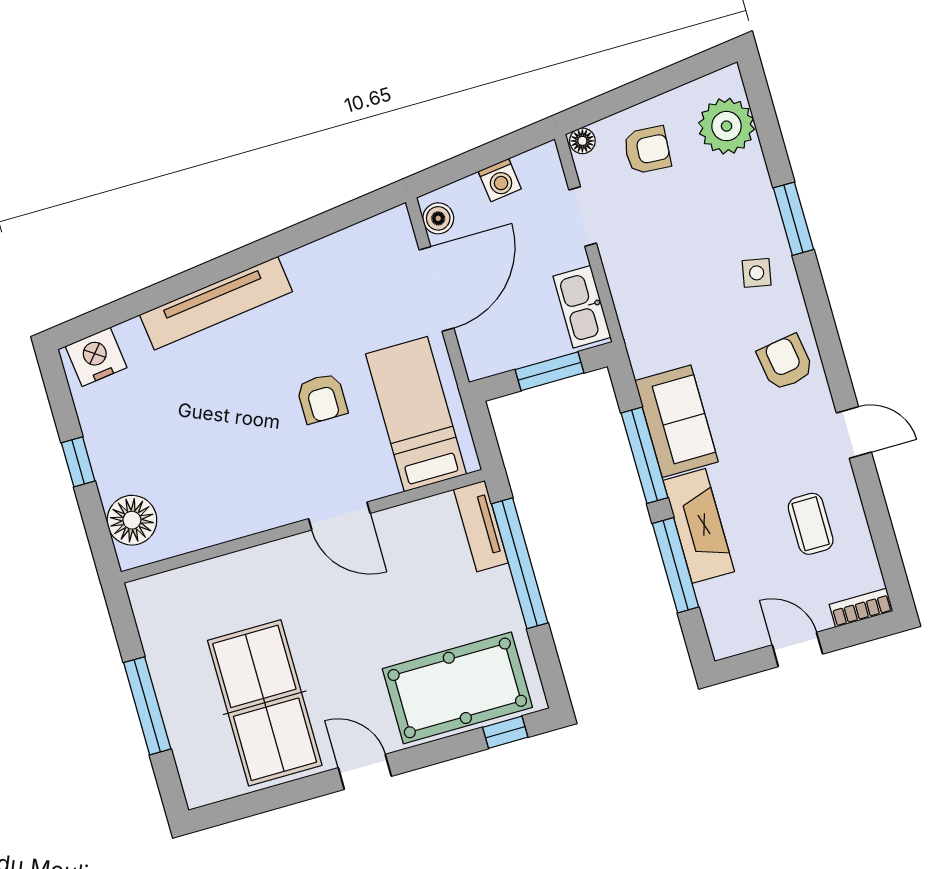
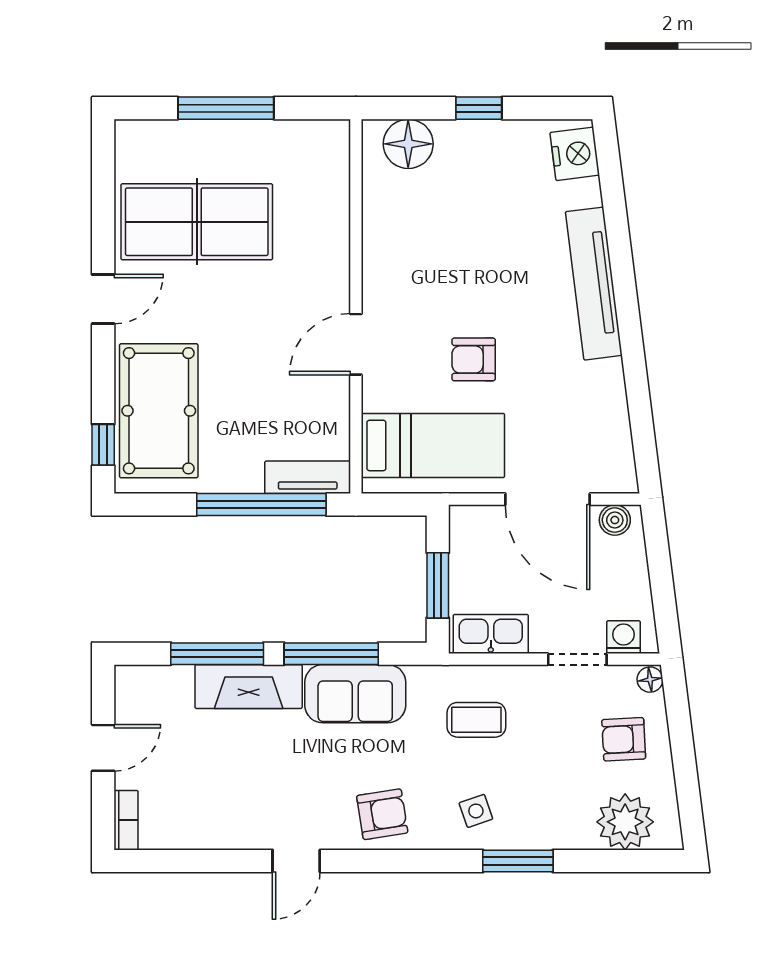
armchair: (647, 150) -> (624, 739), turned 83
washing machine: (500, 180) -> (623, 637), moved, turned 97
side table: (757, 273) -> (476, 811), turned -30
coffee table: (811, 524) -> (476, 720), moved

